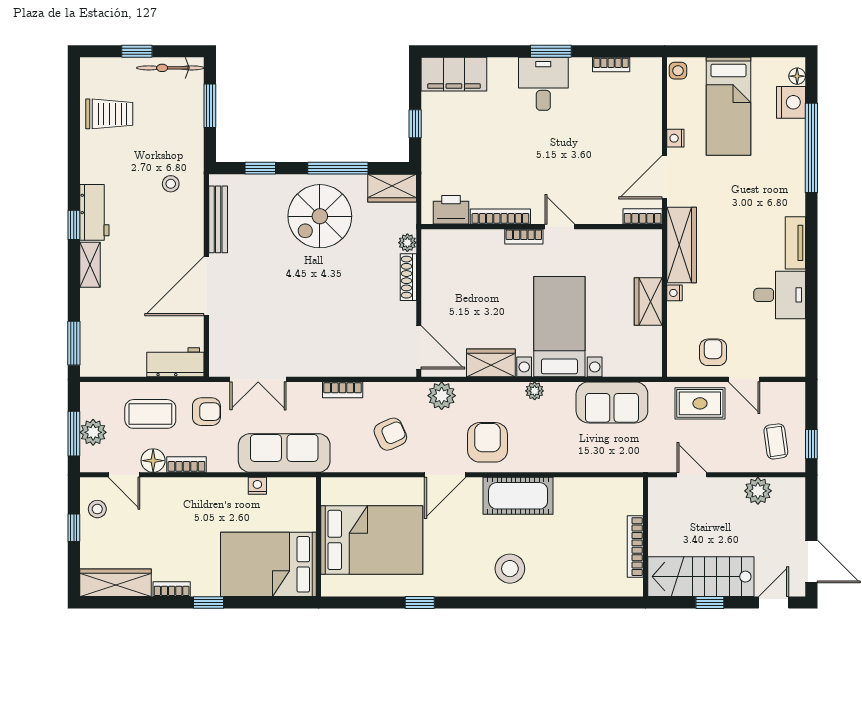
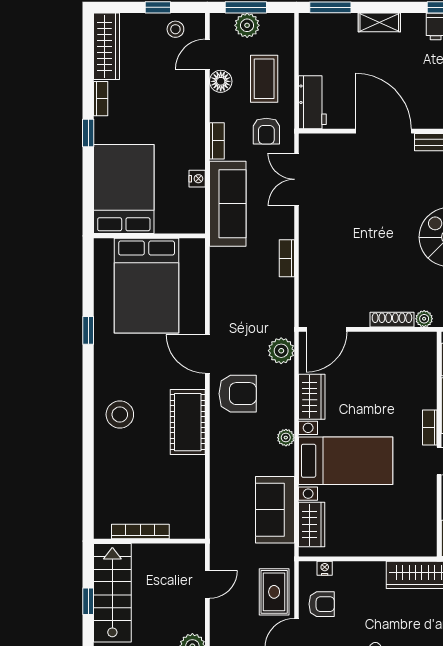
shelving: (90, 265) -> (379, 22), moved
nightstand: (675, 293) -> (325, 568), moved
wardrobe: (648, 302) -> (312, 525), moved, turned 90
armchair: (390, 434) -> (245, 303), removed
bookcase: (186, 465) -> (217, 141), moved

